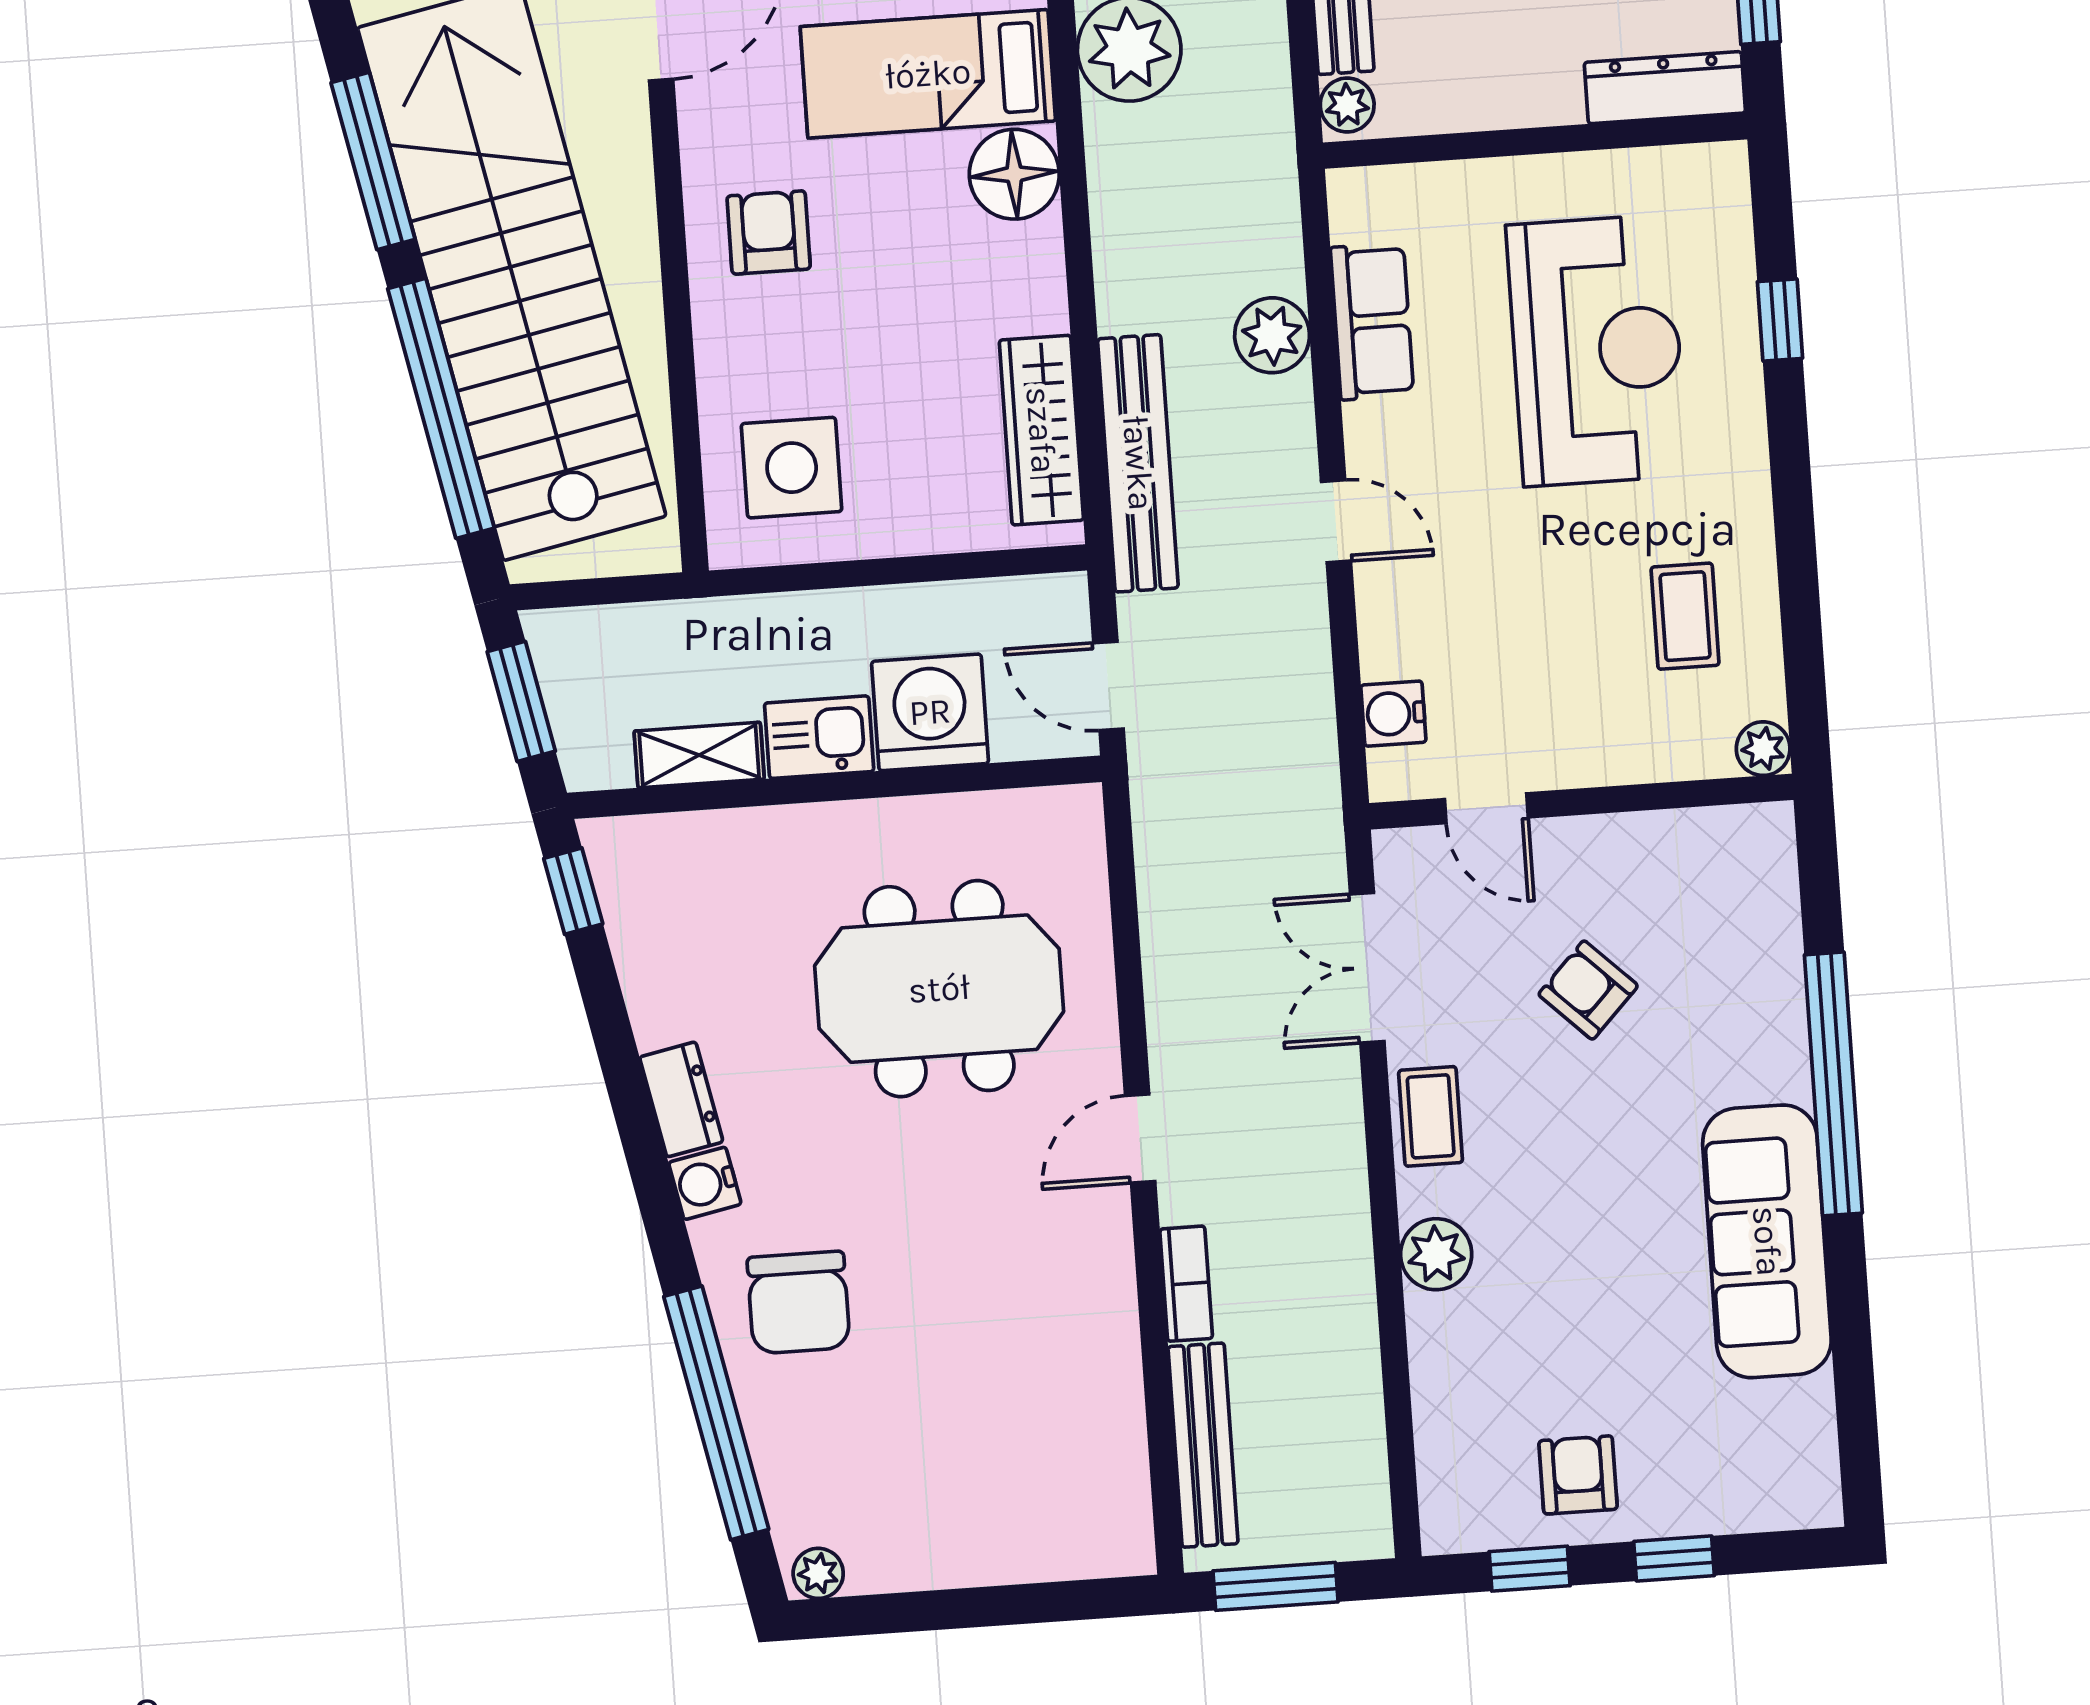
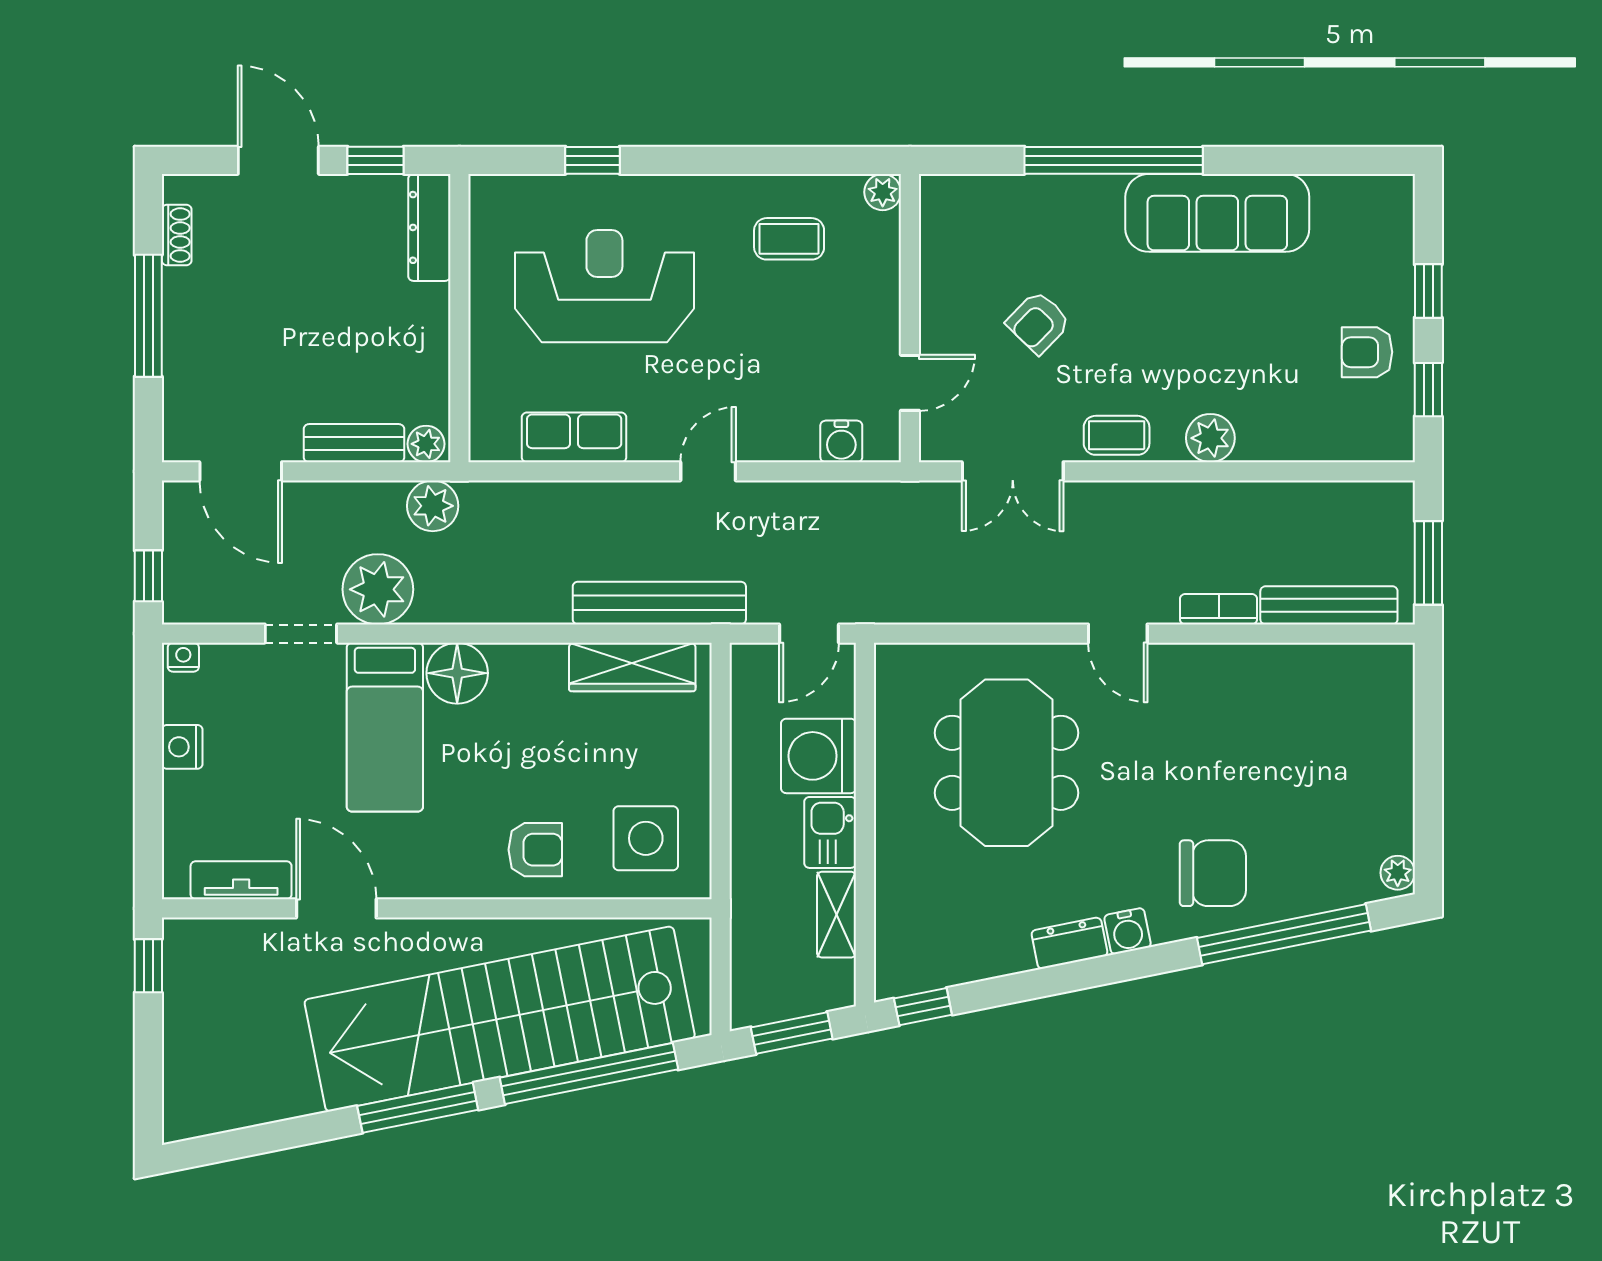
armchair: (769, 232) -> (535, 850), moved, turned 180
plant: (1272, 335) -> (433, 506), moved

